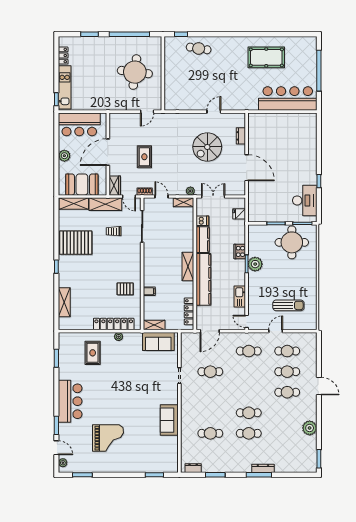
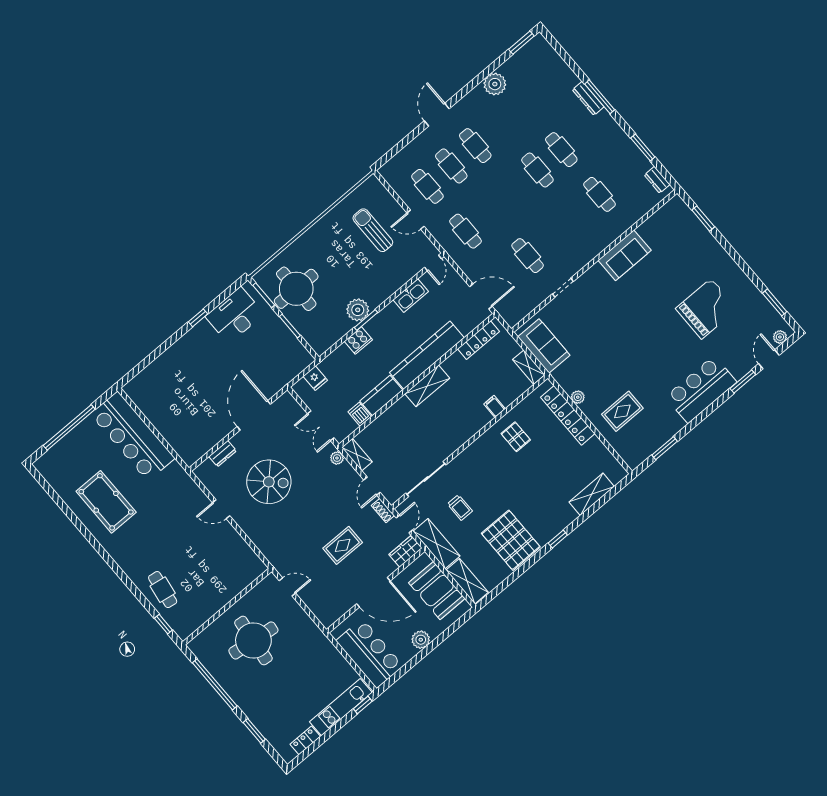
grand piano: (108, 438) -> (706, 309), turned 90

